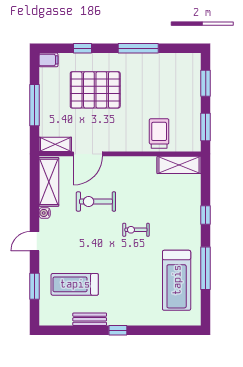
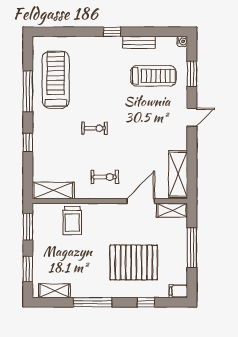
shelving: (178, 60) -> (54, 291), added
exercise bike: (96, 202) -> (105, 177), moved, width x0.73, depth x0.72
water cooler: (45, 213) -> (182, 41), moved

